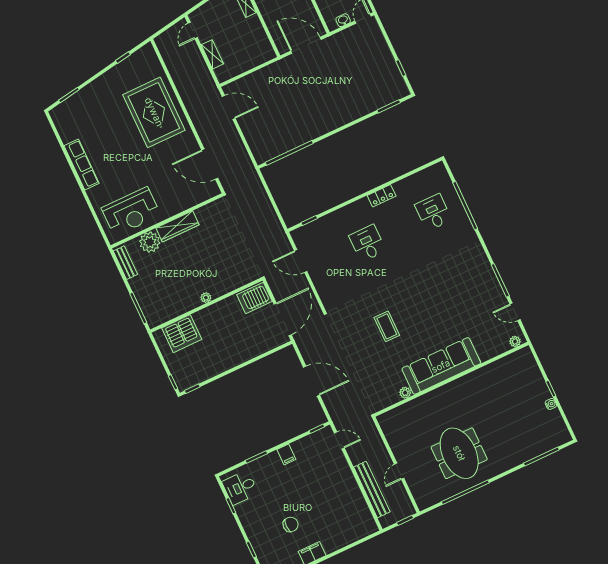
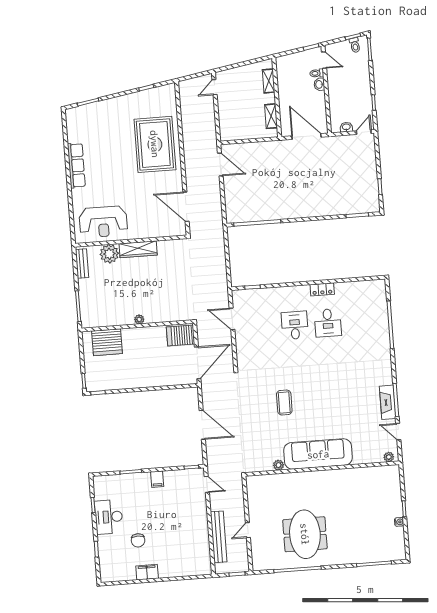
shelving: (212, 54) -> (271, 116), moved
desk: (433, 212) -> (328, 323), moved, turned 180
fireplace: (493, 286) -> (388, 402), added
desk: (240, 488) -> (109, 517), moved, width x1.37
chair: (291, 524) -> (138, 540), turned 90

